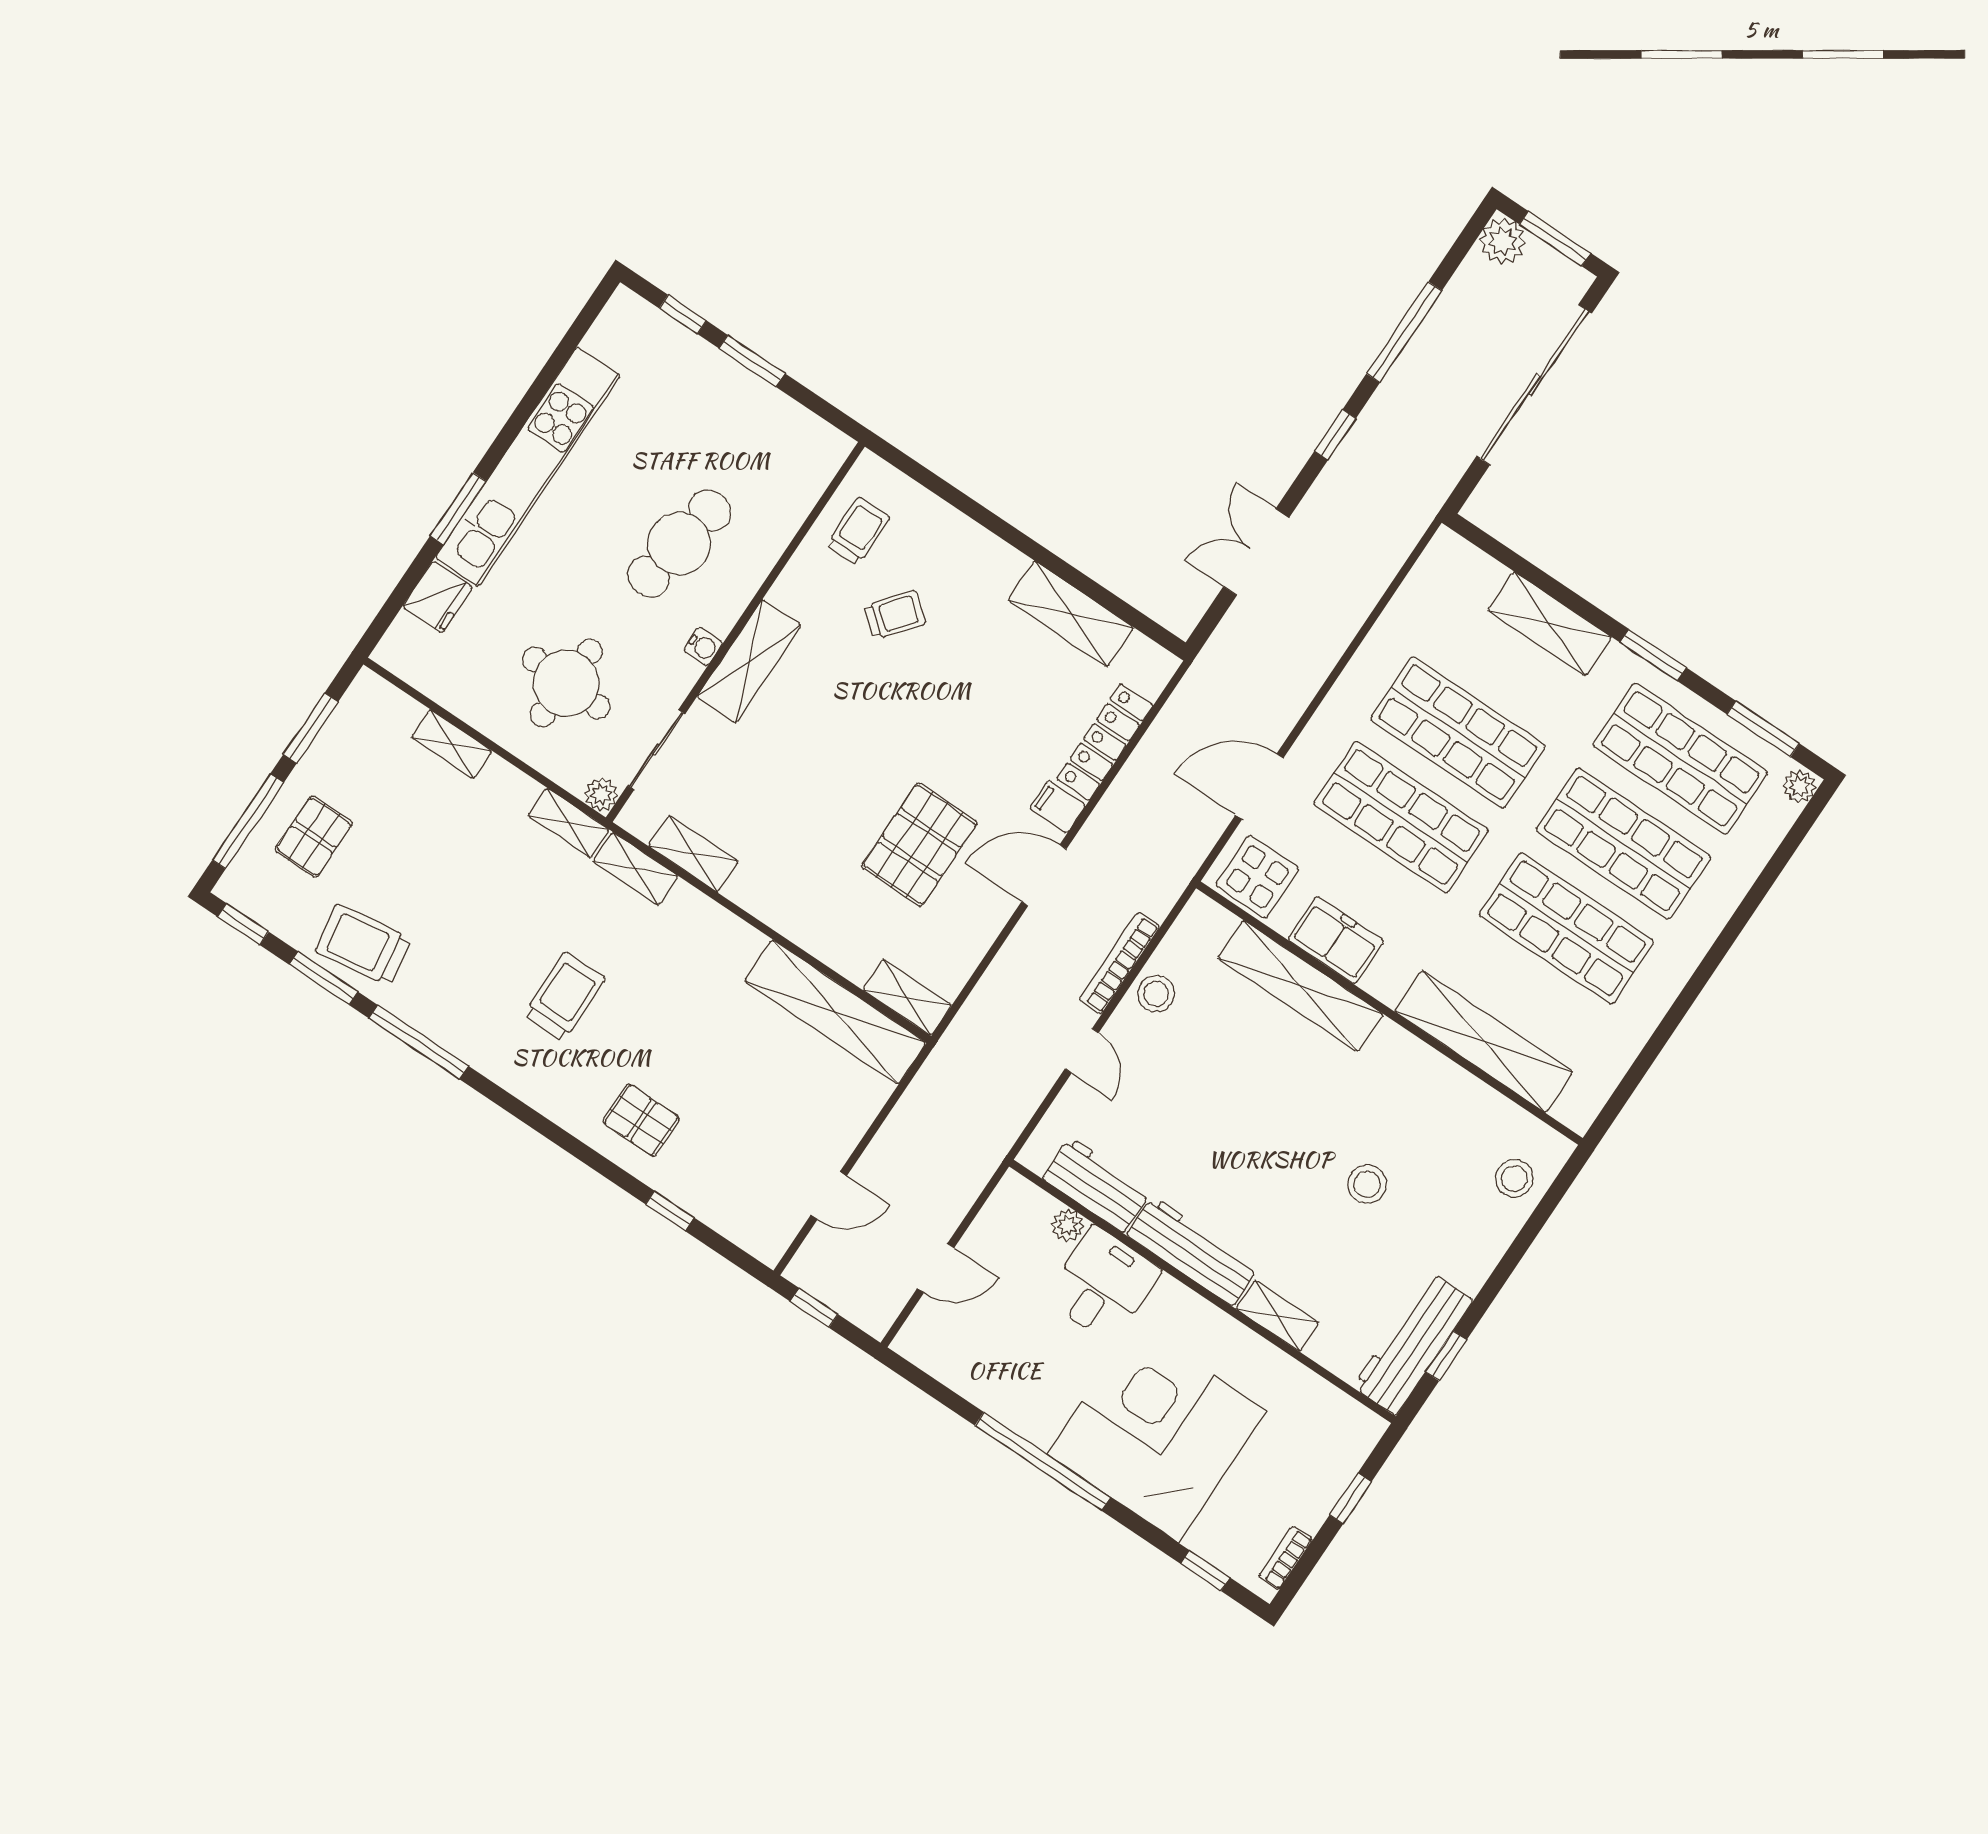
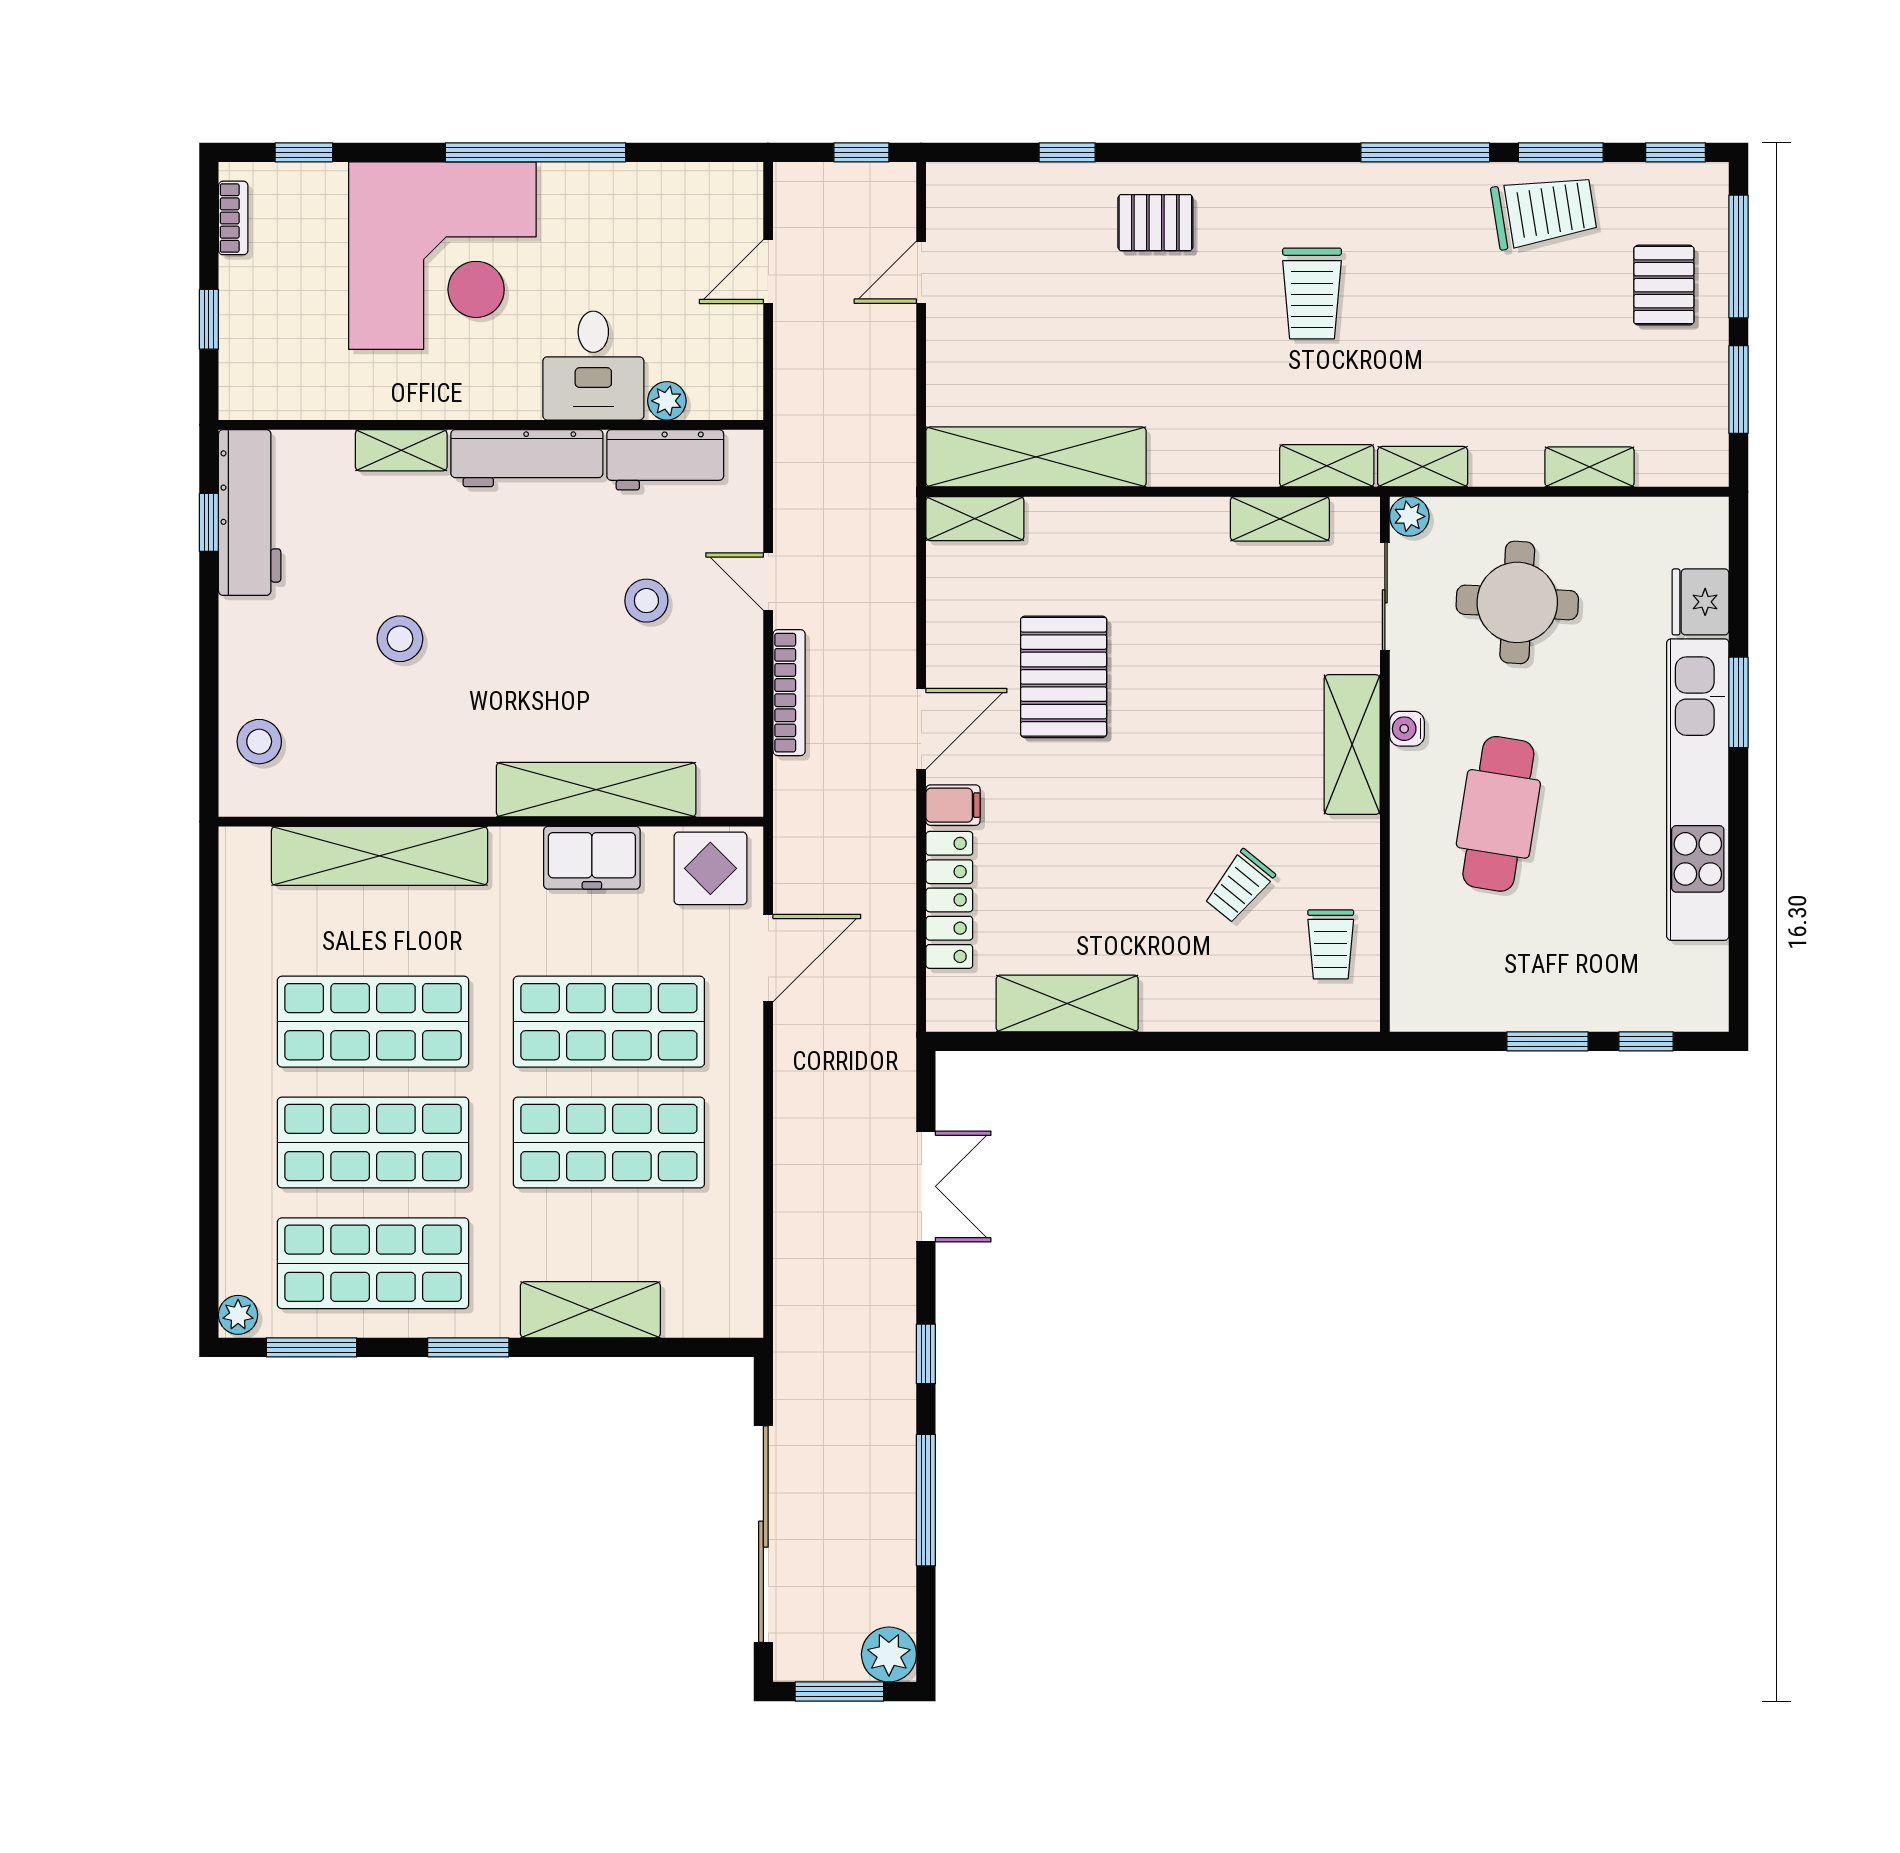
stool: (1156, 994) -> (646, 601), moved

